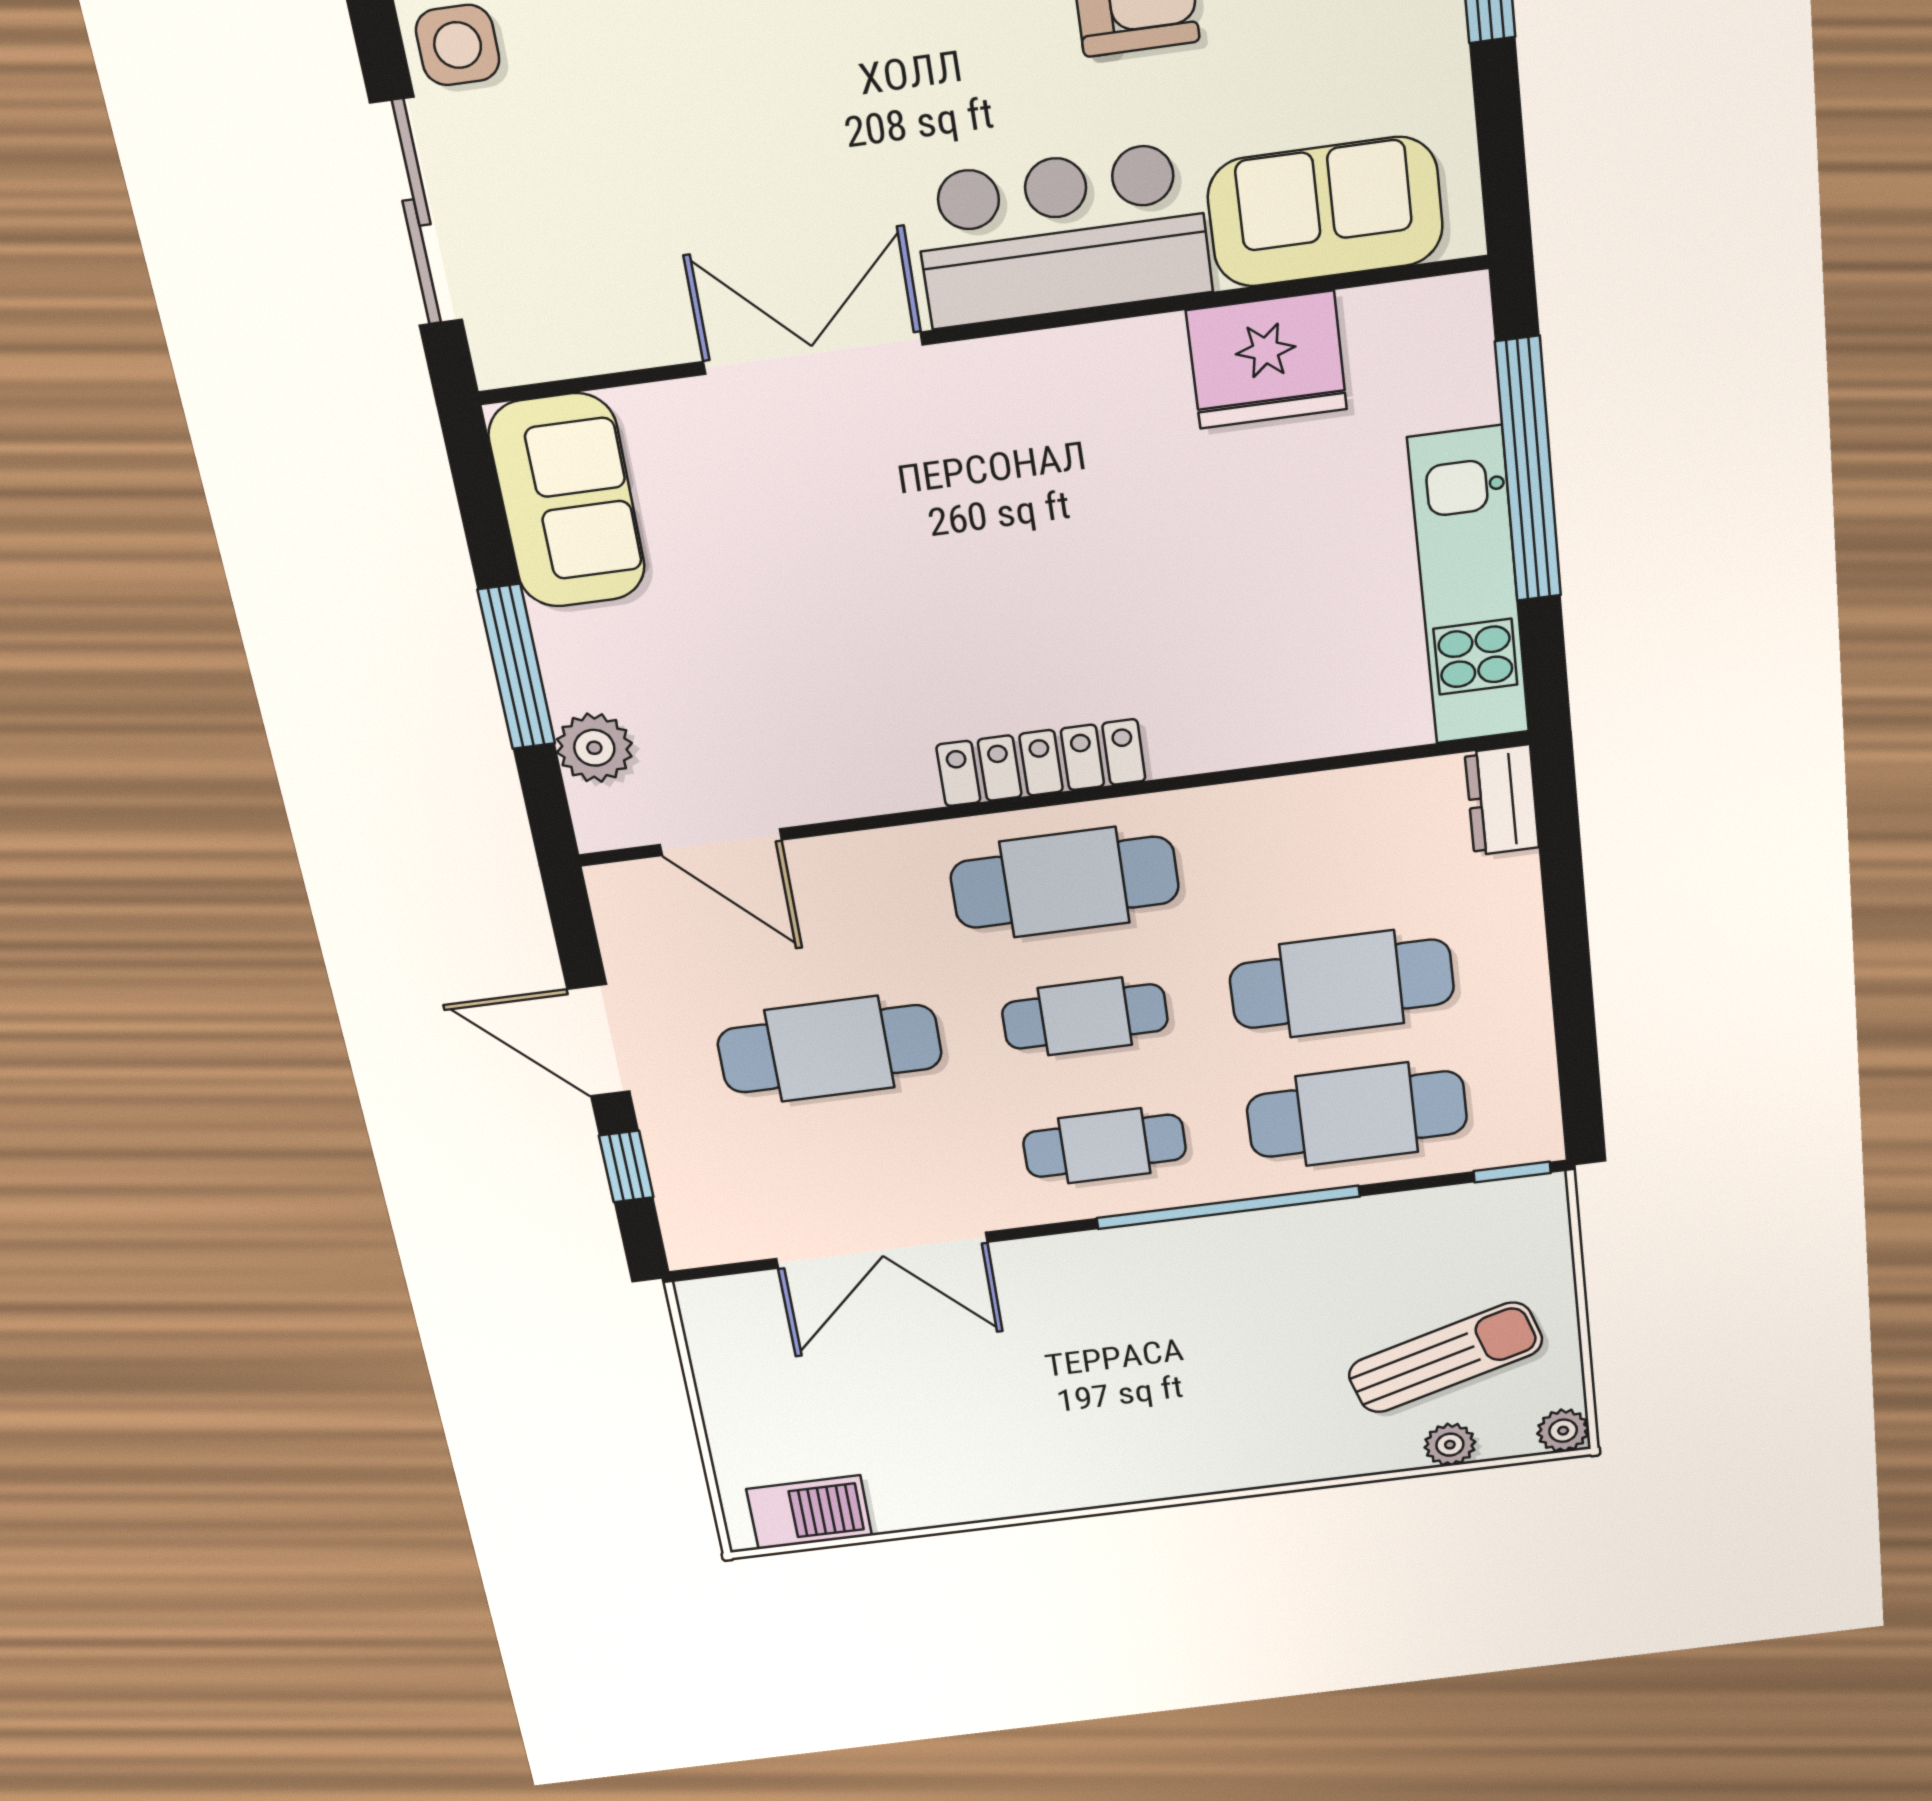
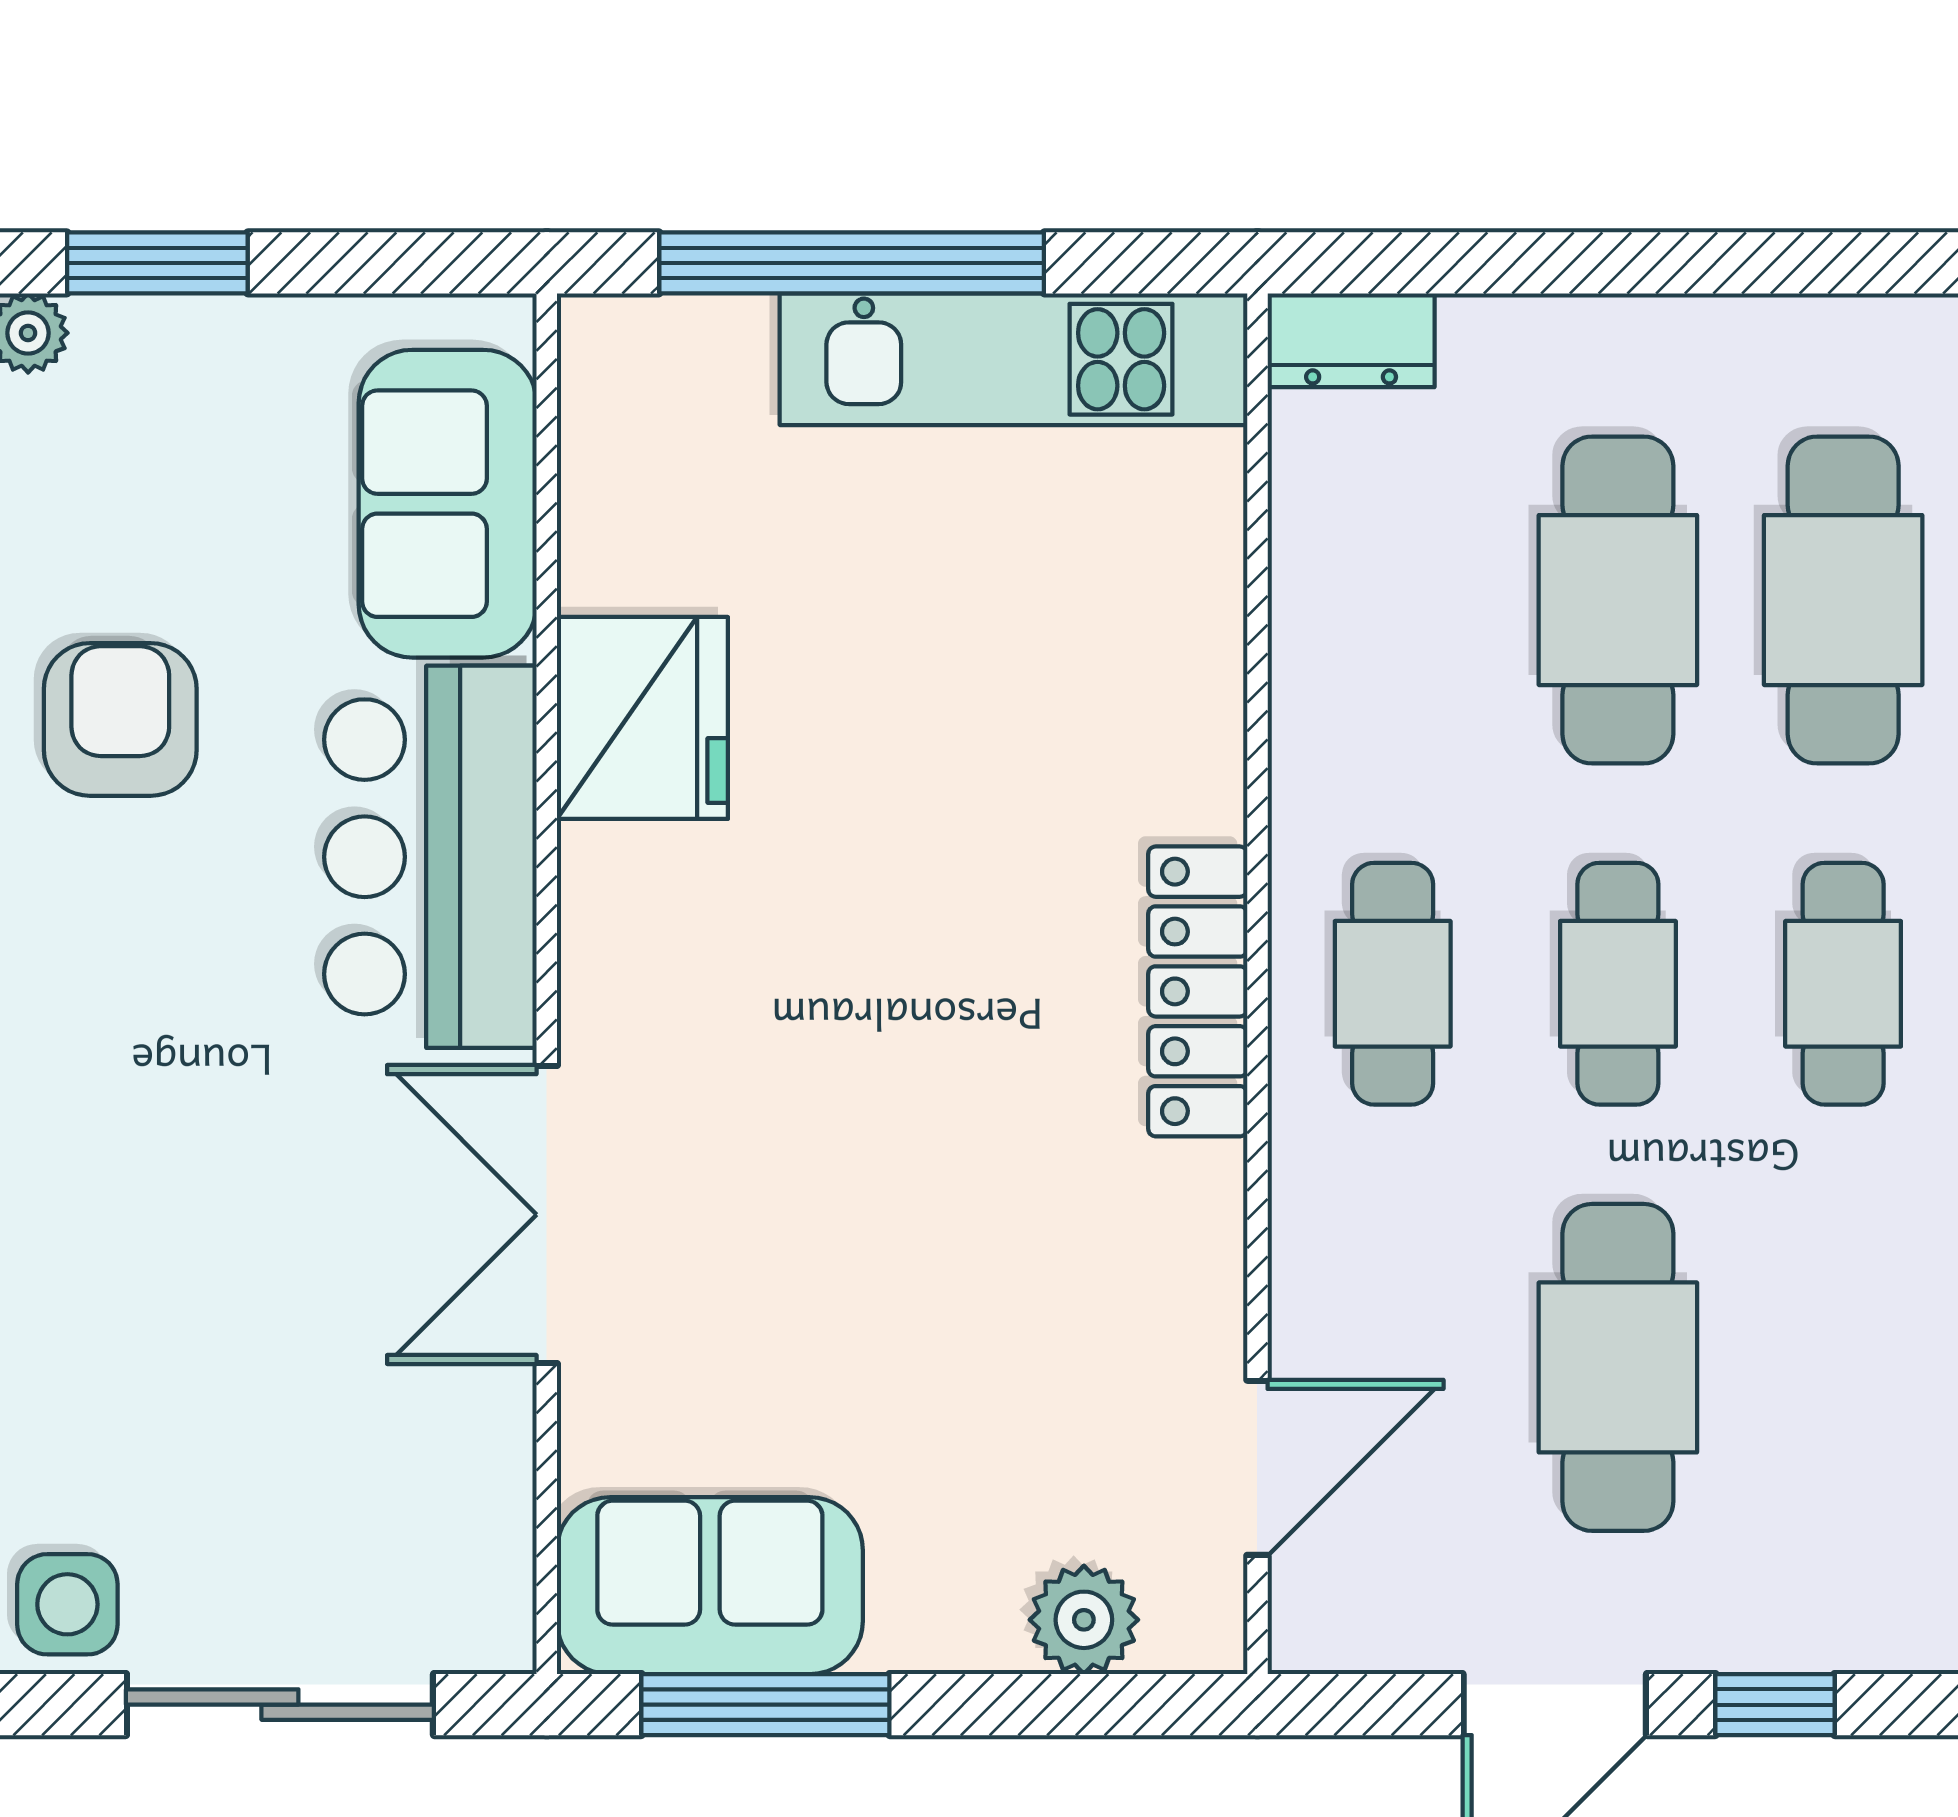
fridge: (1267, 360) -> (642, 718), moved
window: (516, 667) -> (765, 1705), moved
cafe table: (1065, 882) -> (1393, 984), width x0.73, depth x0.74

